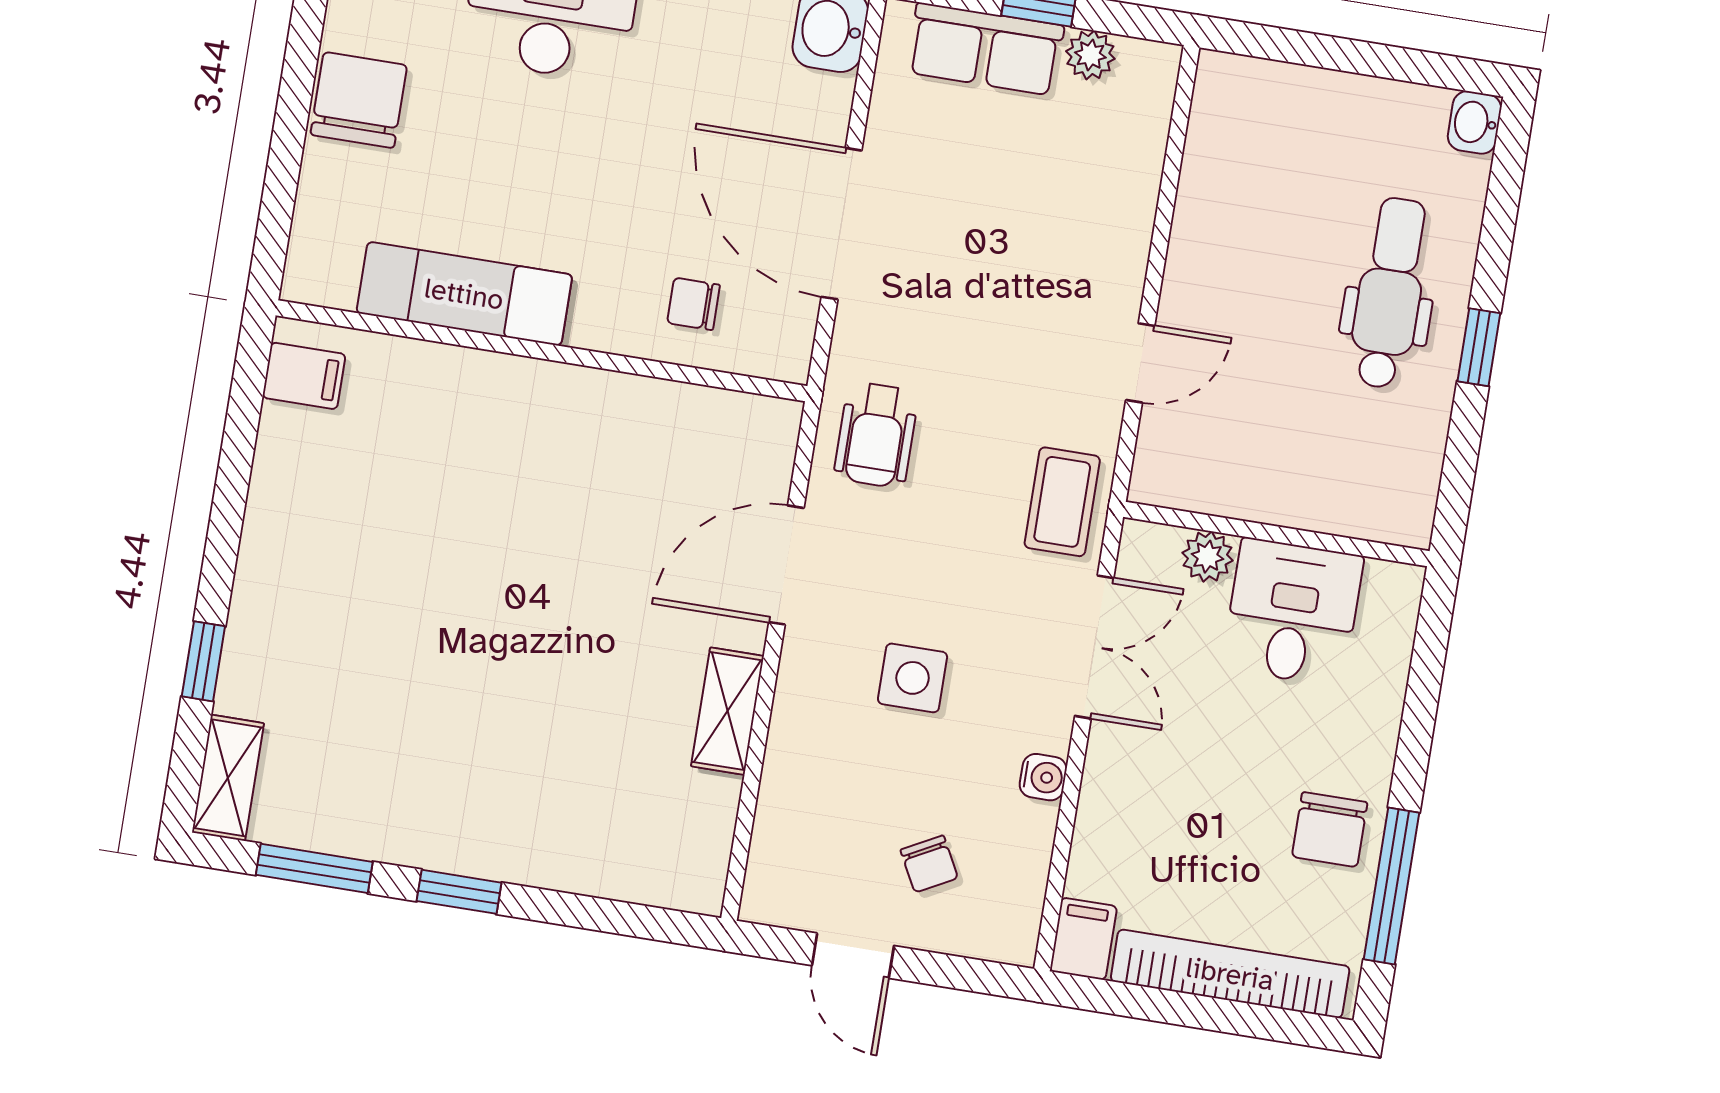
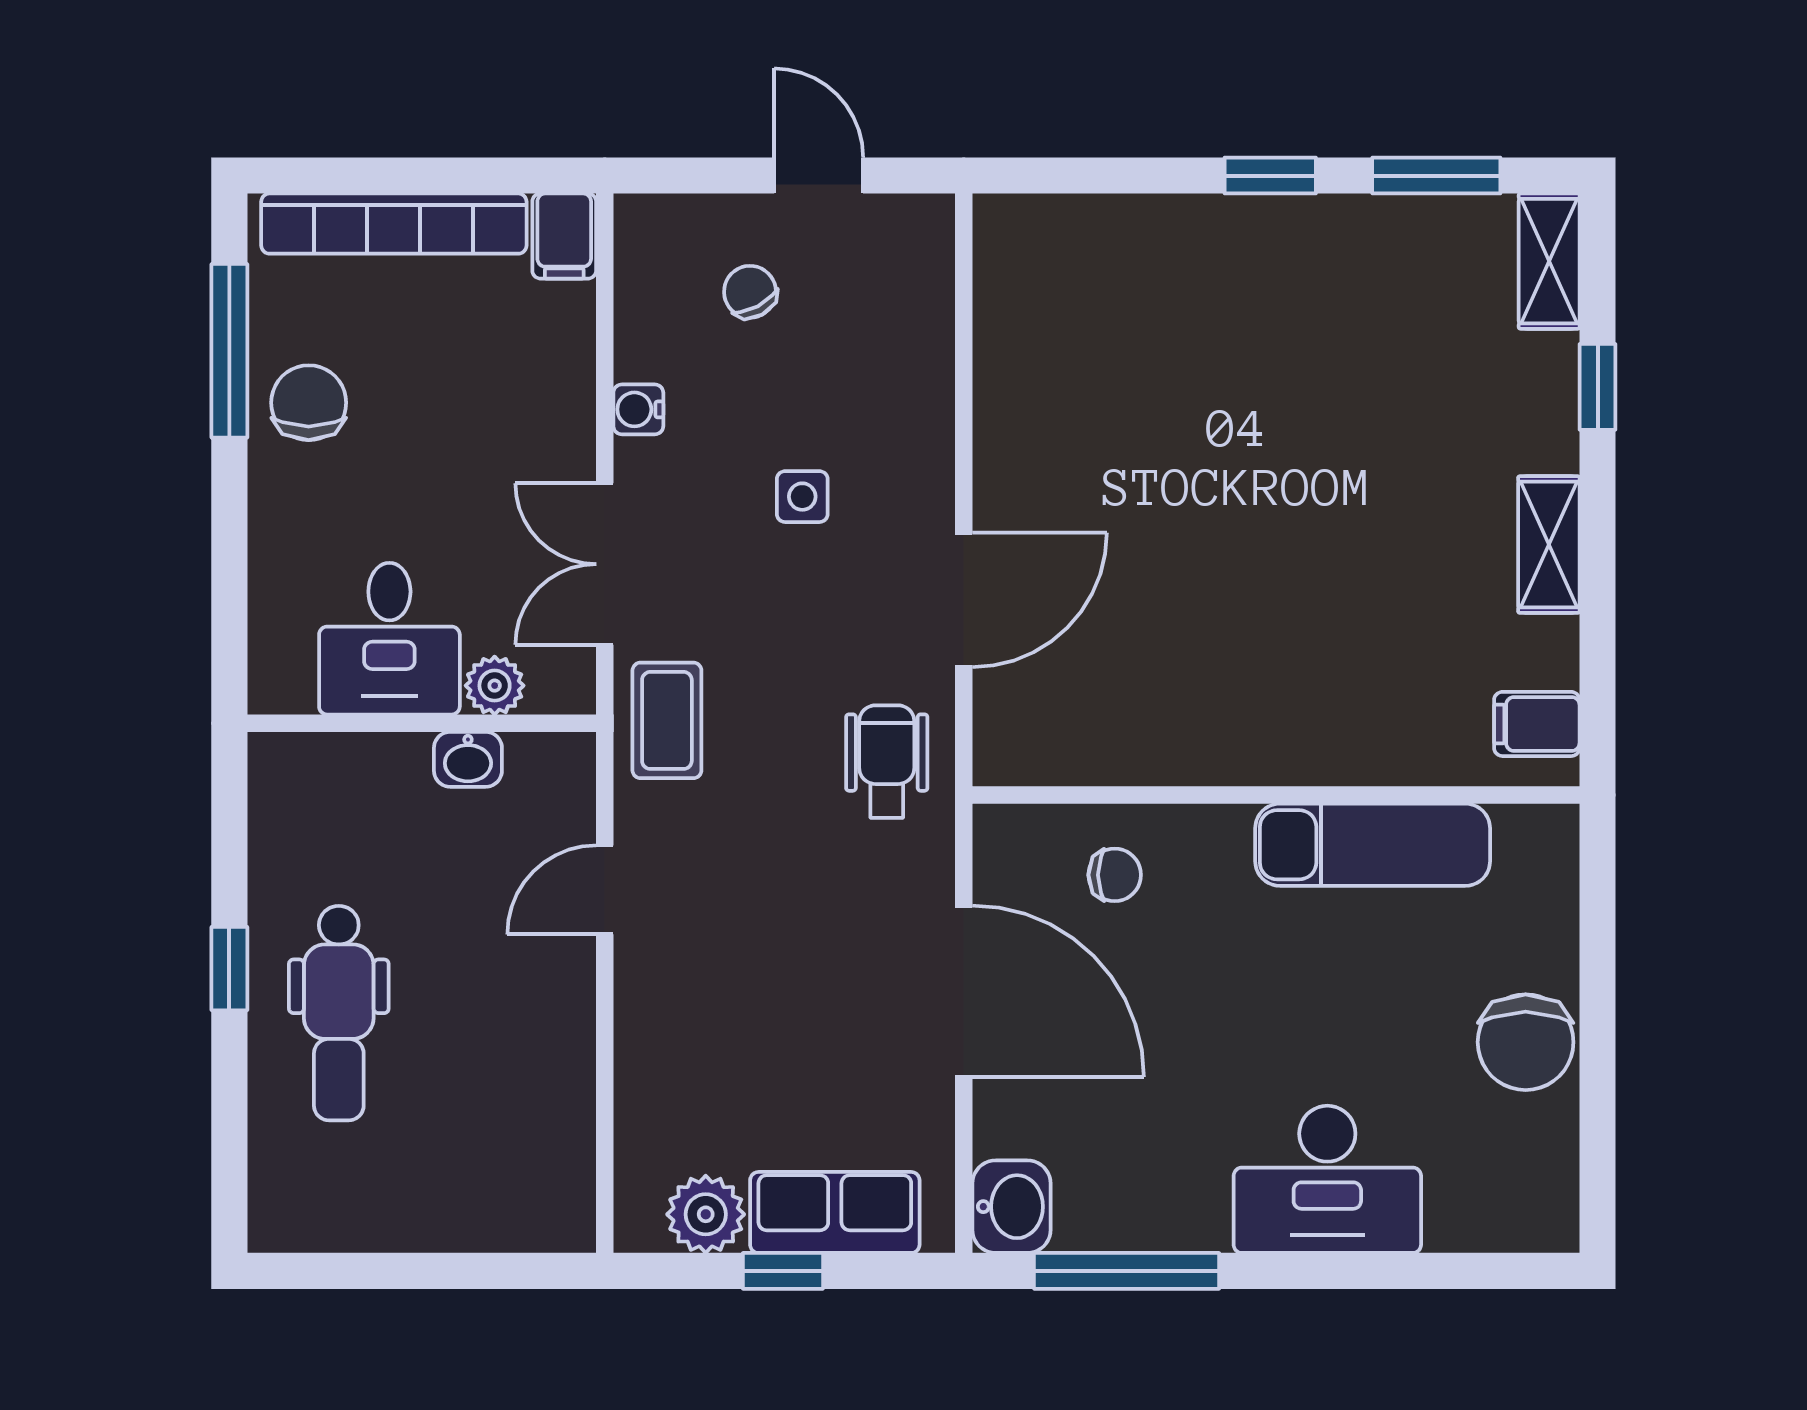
plant: (1090, 55) -> (706, 1214), width x1.38, depth x1.38
washbasin: (1475, 122) -> (468, 759), moved, turned 90
side table: (913, 678) -> (802, 497), width x0.73, depth x0.73
shelving: (727, 711) -> (1549, 545), moved

